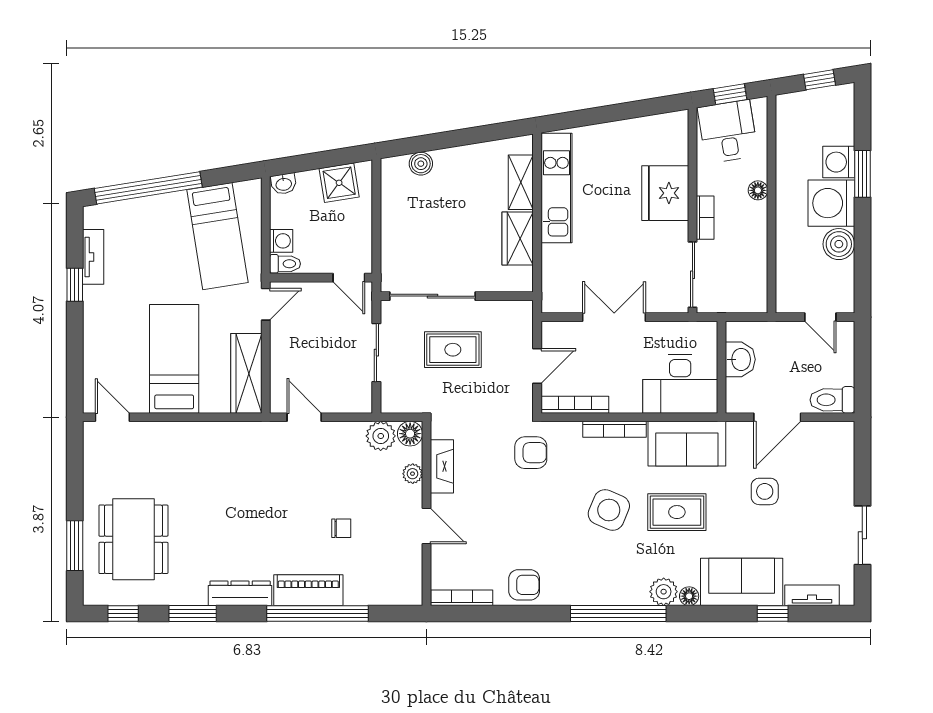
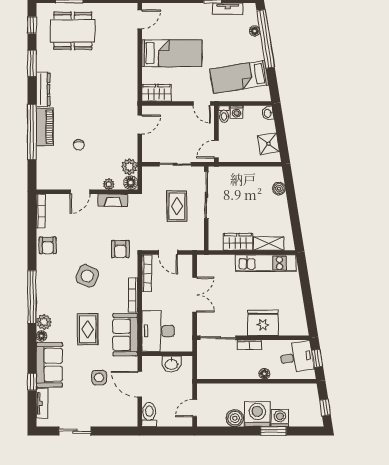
floor lamp: (134, 208) -> (255, 31), added
wardrobe: (246, 373) -> (156, 93), width x0.67
side table: (609, 510) -> (87, 276), moved

